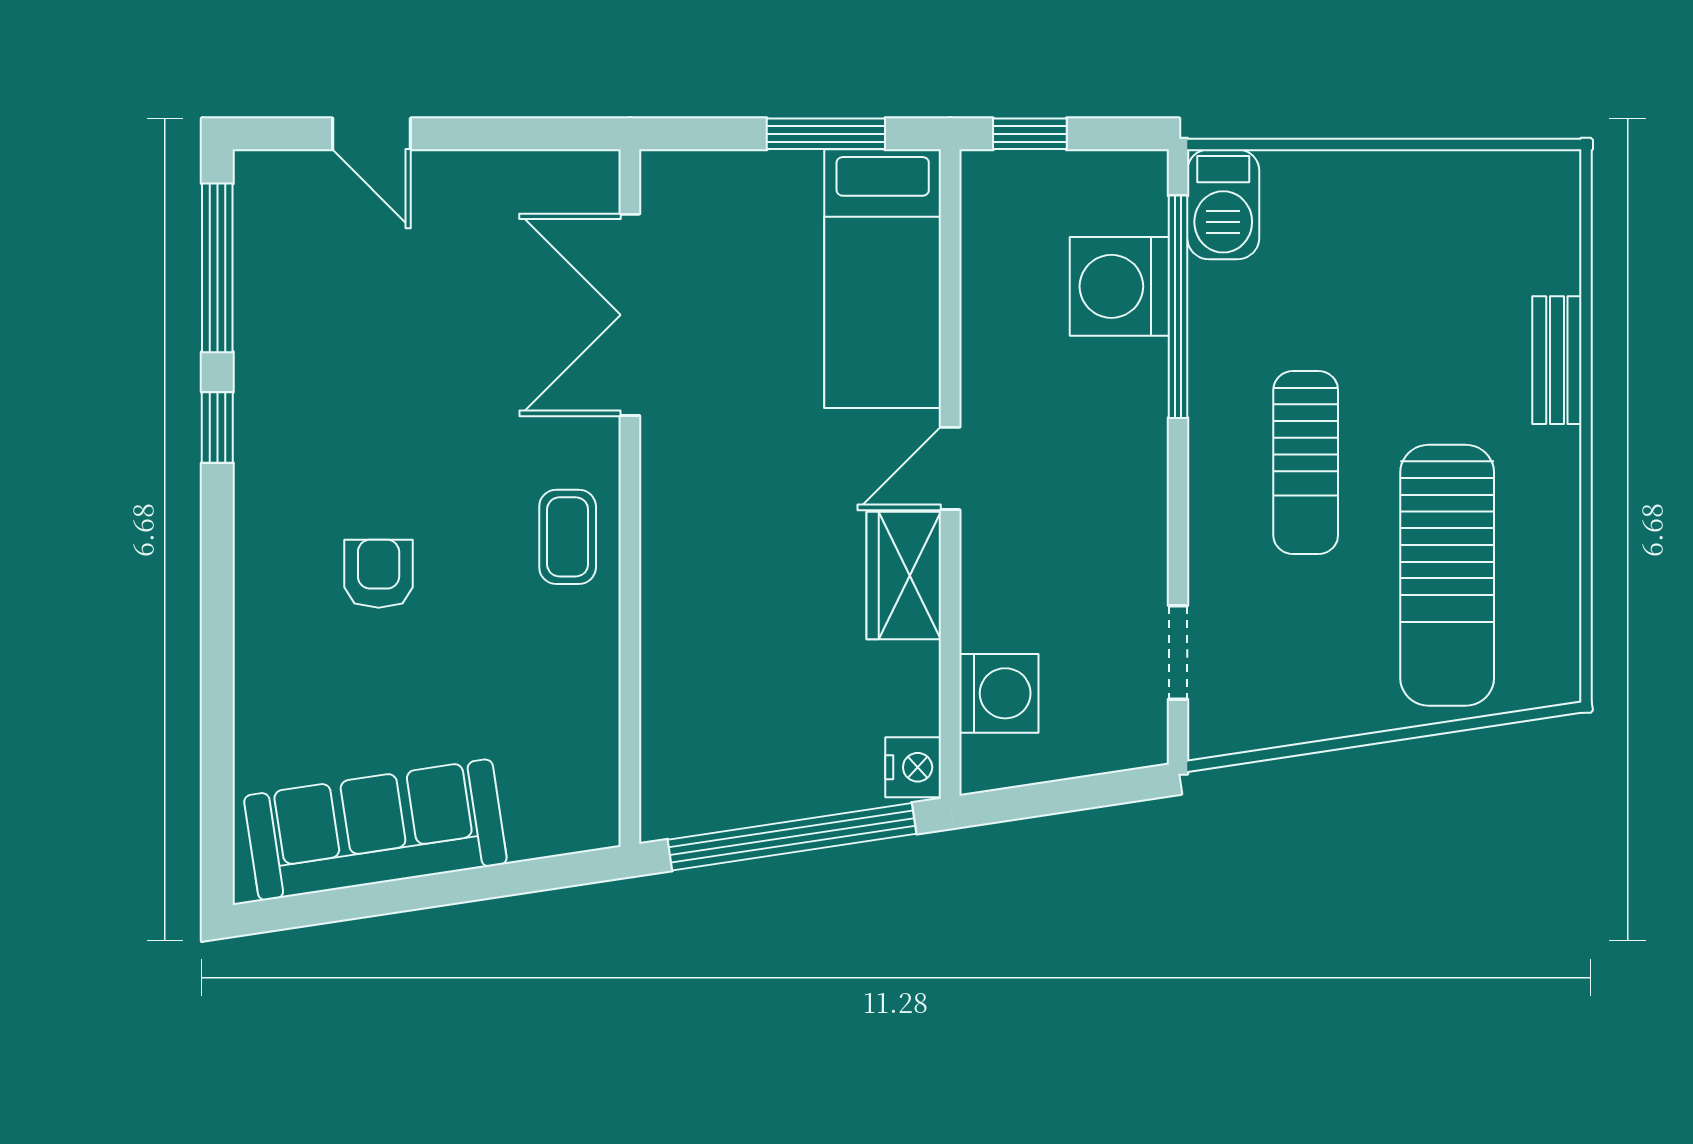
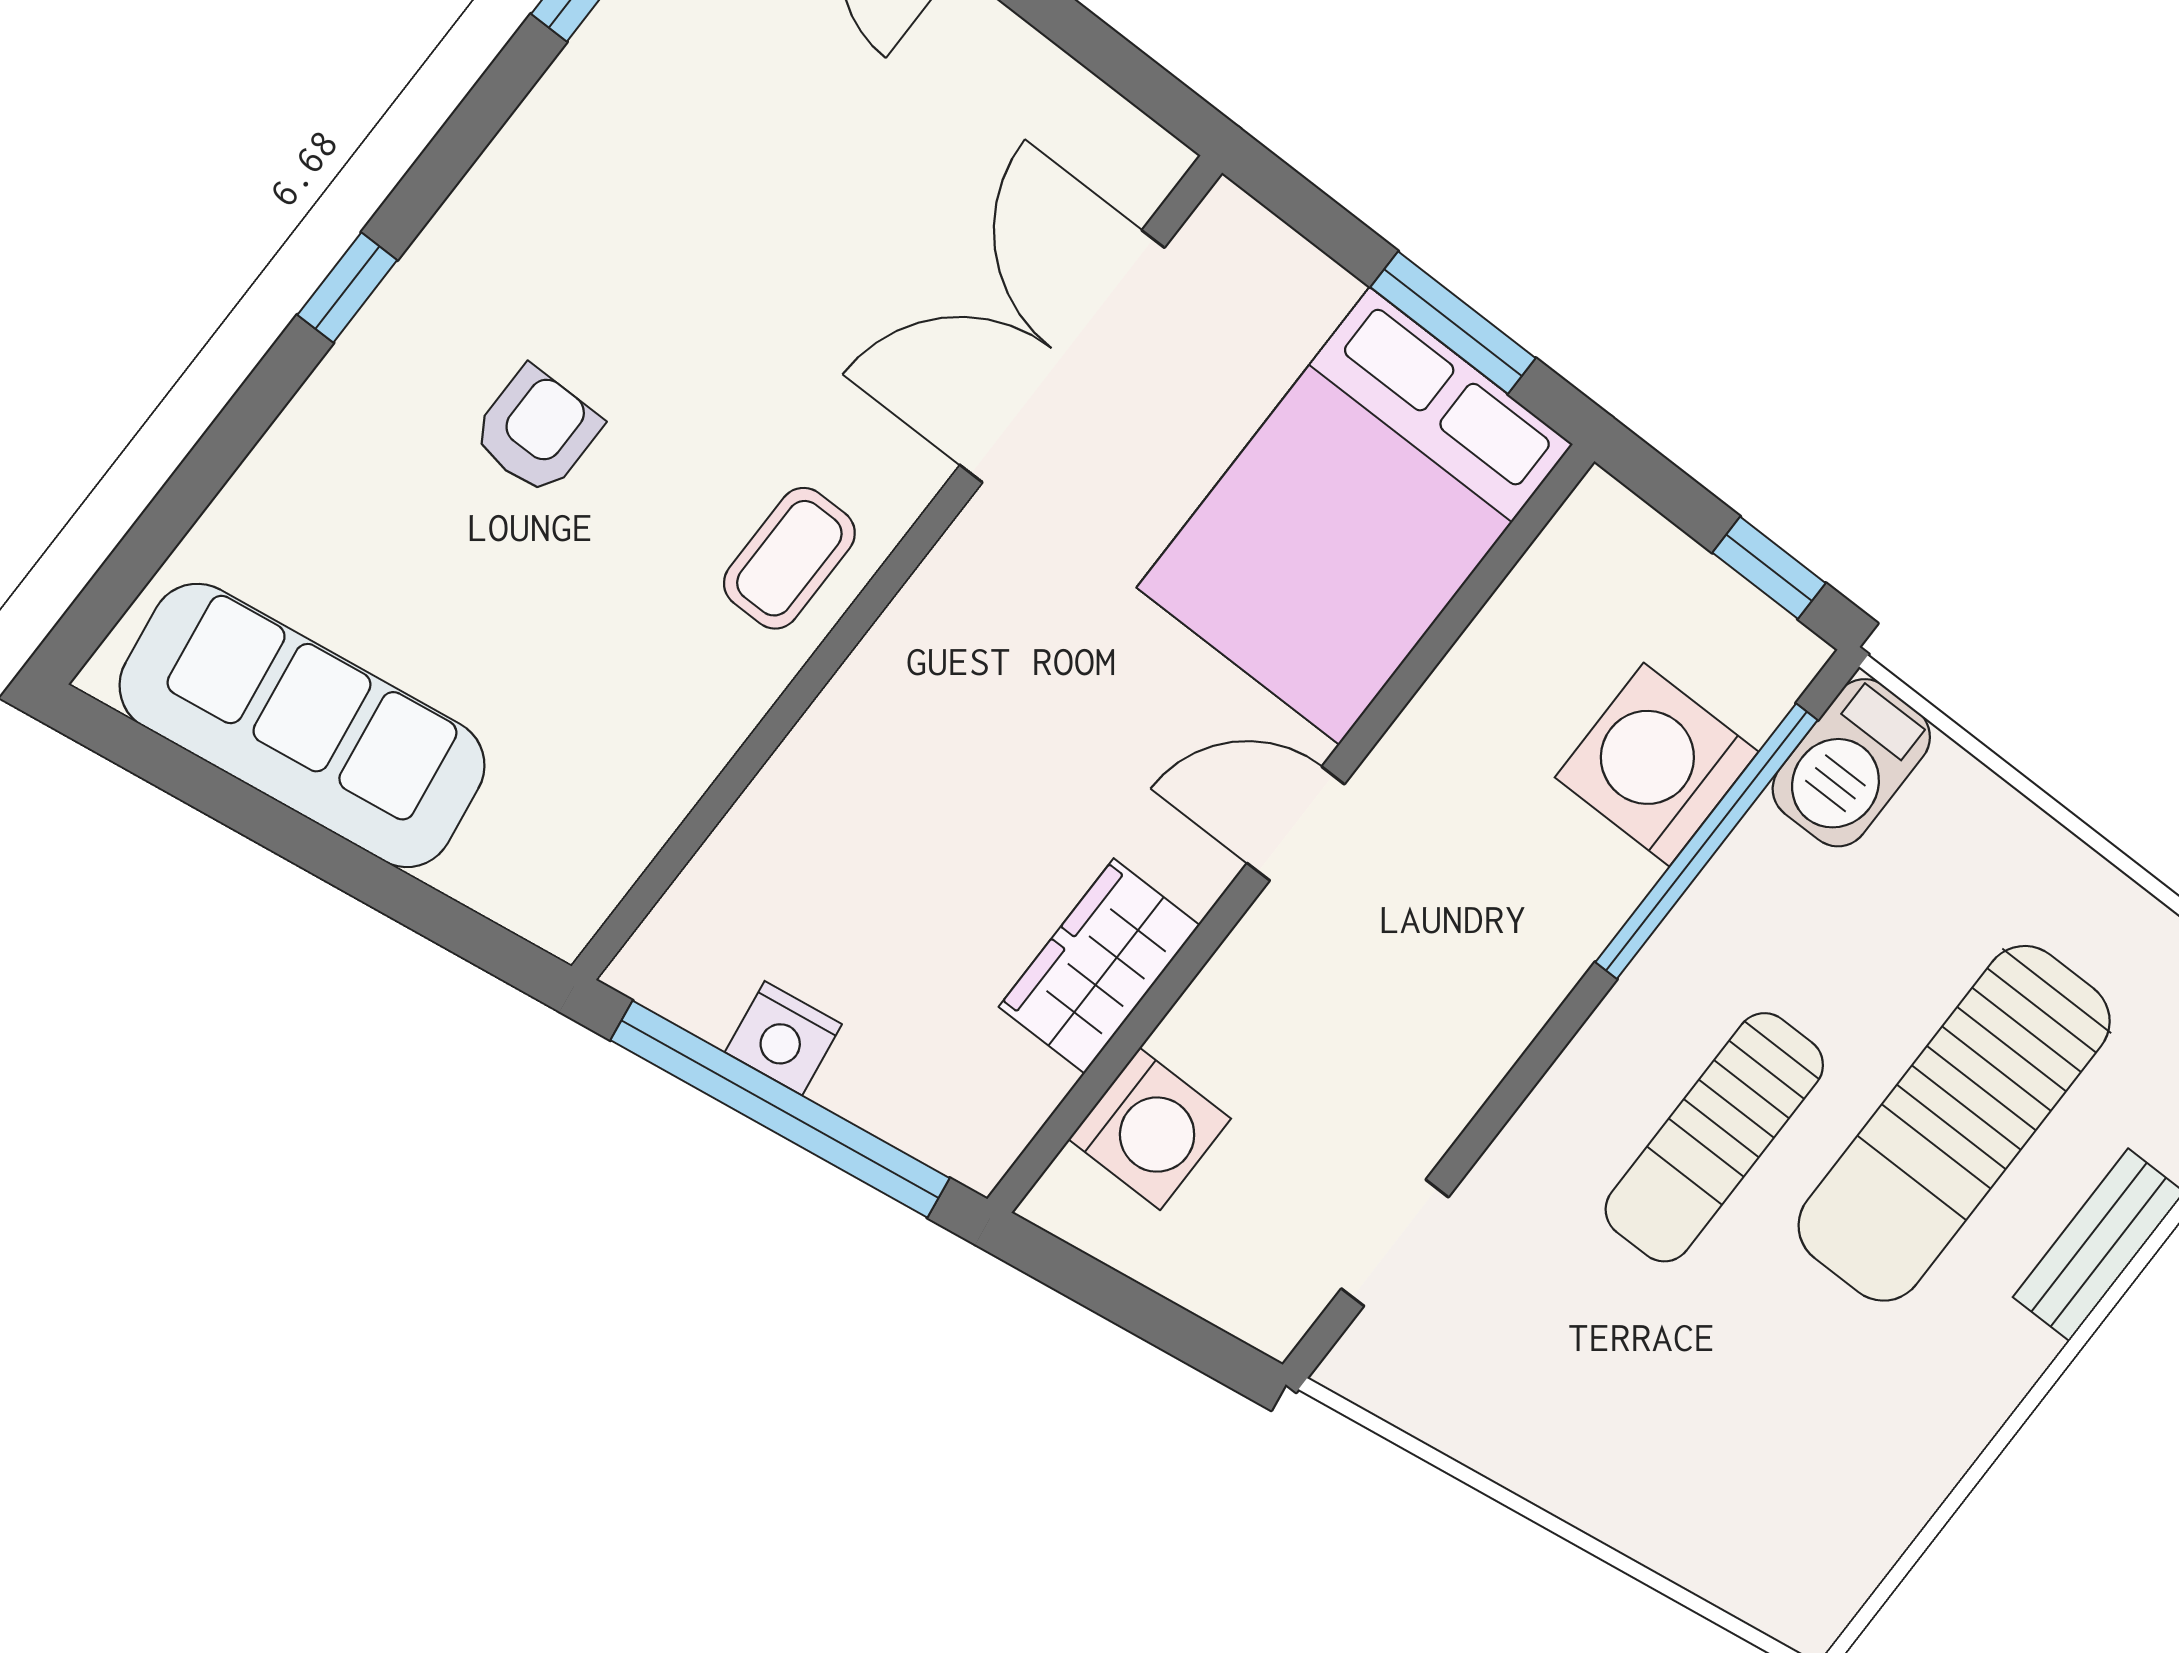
window: (1030, 134) -> (1769, 568), moved
bed: (883, 279) -> (1355, 516), width x1.50
window: (217, 428) -> (347, 288), moved
sun lounger: (1447, 575) -> (1954, 1123), moved
wardrobe: (904, 576) -> (1099, 966), moved
nightstand: (913, 767) -> (783, 1038), moved, turned 81

